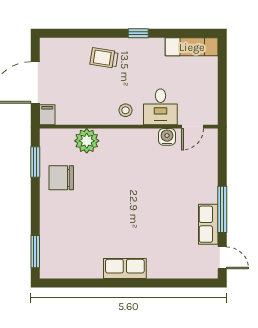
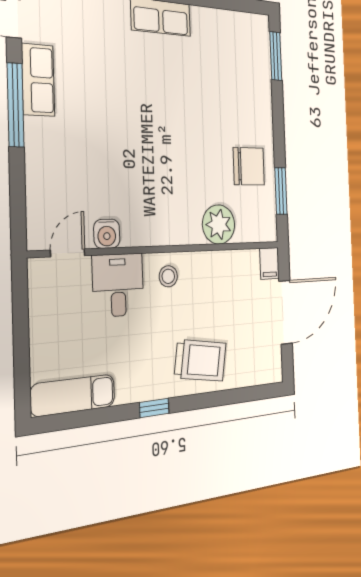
trolley: (104, 58) -> (200, 360), width x1.36, depth x1.39

